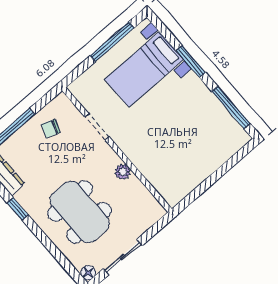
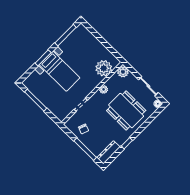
bed with nightstands: (144, 69) -> (60, 71), moved
plant: (163, 175) -> (104, 68), added
plant: (153, 211) -> (123, 72), added
dining table: (80, 212) -> (126, 111), turned 90

